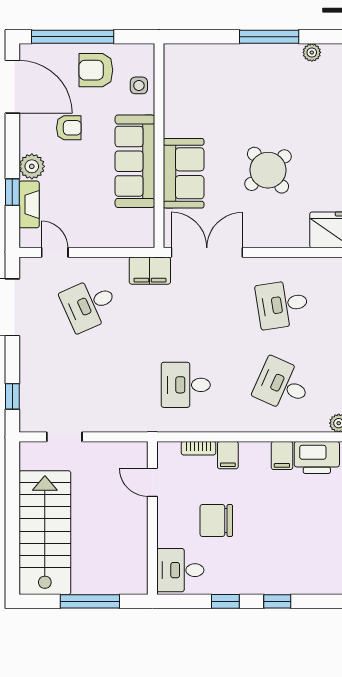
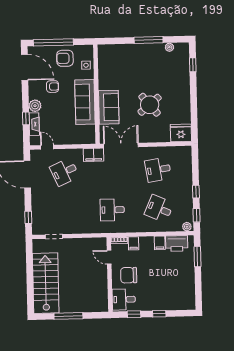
door: (152, 482) -> (109, 257), moved
wall: (152, 518) -> (110, 274), moved
desk: (180, 570) -> (124, 299), moved

